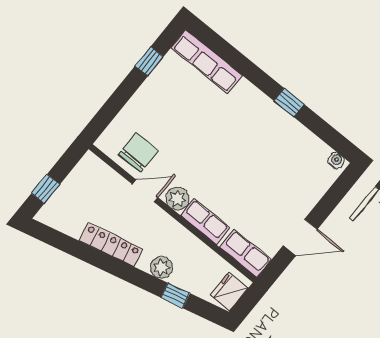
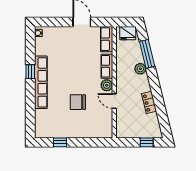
row of seats: (207, 62) -> (41, 82), moved, width x1.36
chair: (138, 152) -> (78, 102), moved
locker: (111, 245) -> (149, 102), width x0.66
window: (175, 295) -> (147, 54), width x2.17

